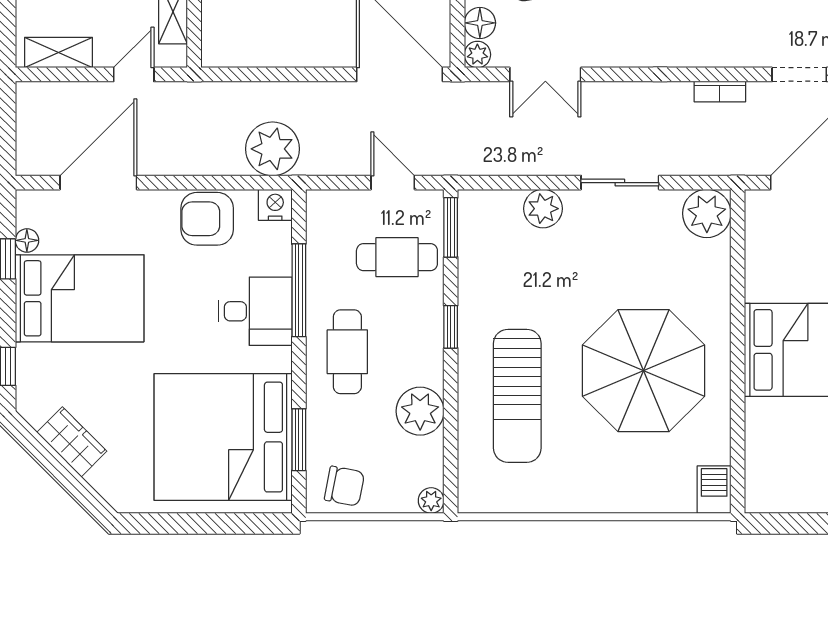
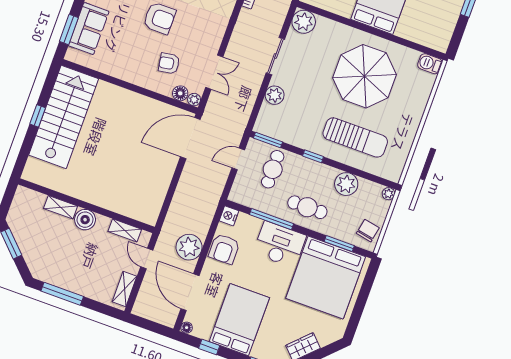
plant: (273, 149) -> (189, 247), moved
floor lamp: (27, 240) -> (187, 328), moved
desk: (255, 311) -> (280, 244), width x1.37

